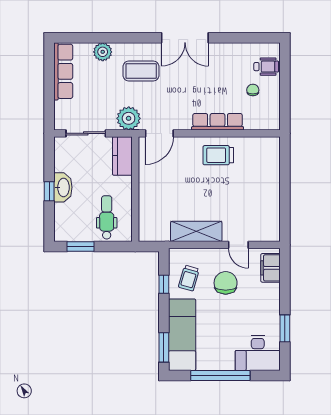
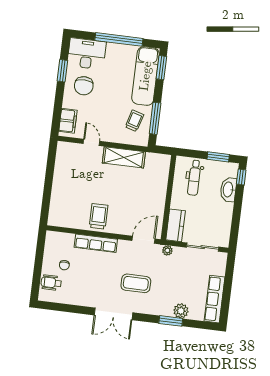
window: (114, 38) -> (171, 321), added
double door: (185, 38) -> (114, 314), swing flipped
coffee table: (141, 71) -> (136, 283), moved
plant: (129, 118) -> (167, 250), width x0.53, depth x0.53
trolley: (218, 155) -> (99, 216), turned -90
washbasin: (63, 187) -> (228, 190), moved
window: (49, 191) -> (241, 177), moved
chair: (226, 283) -> (84, 86), moved
window: (164, 284) -> (155, 118), width x2.17

